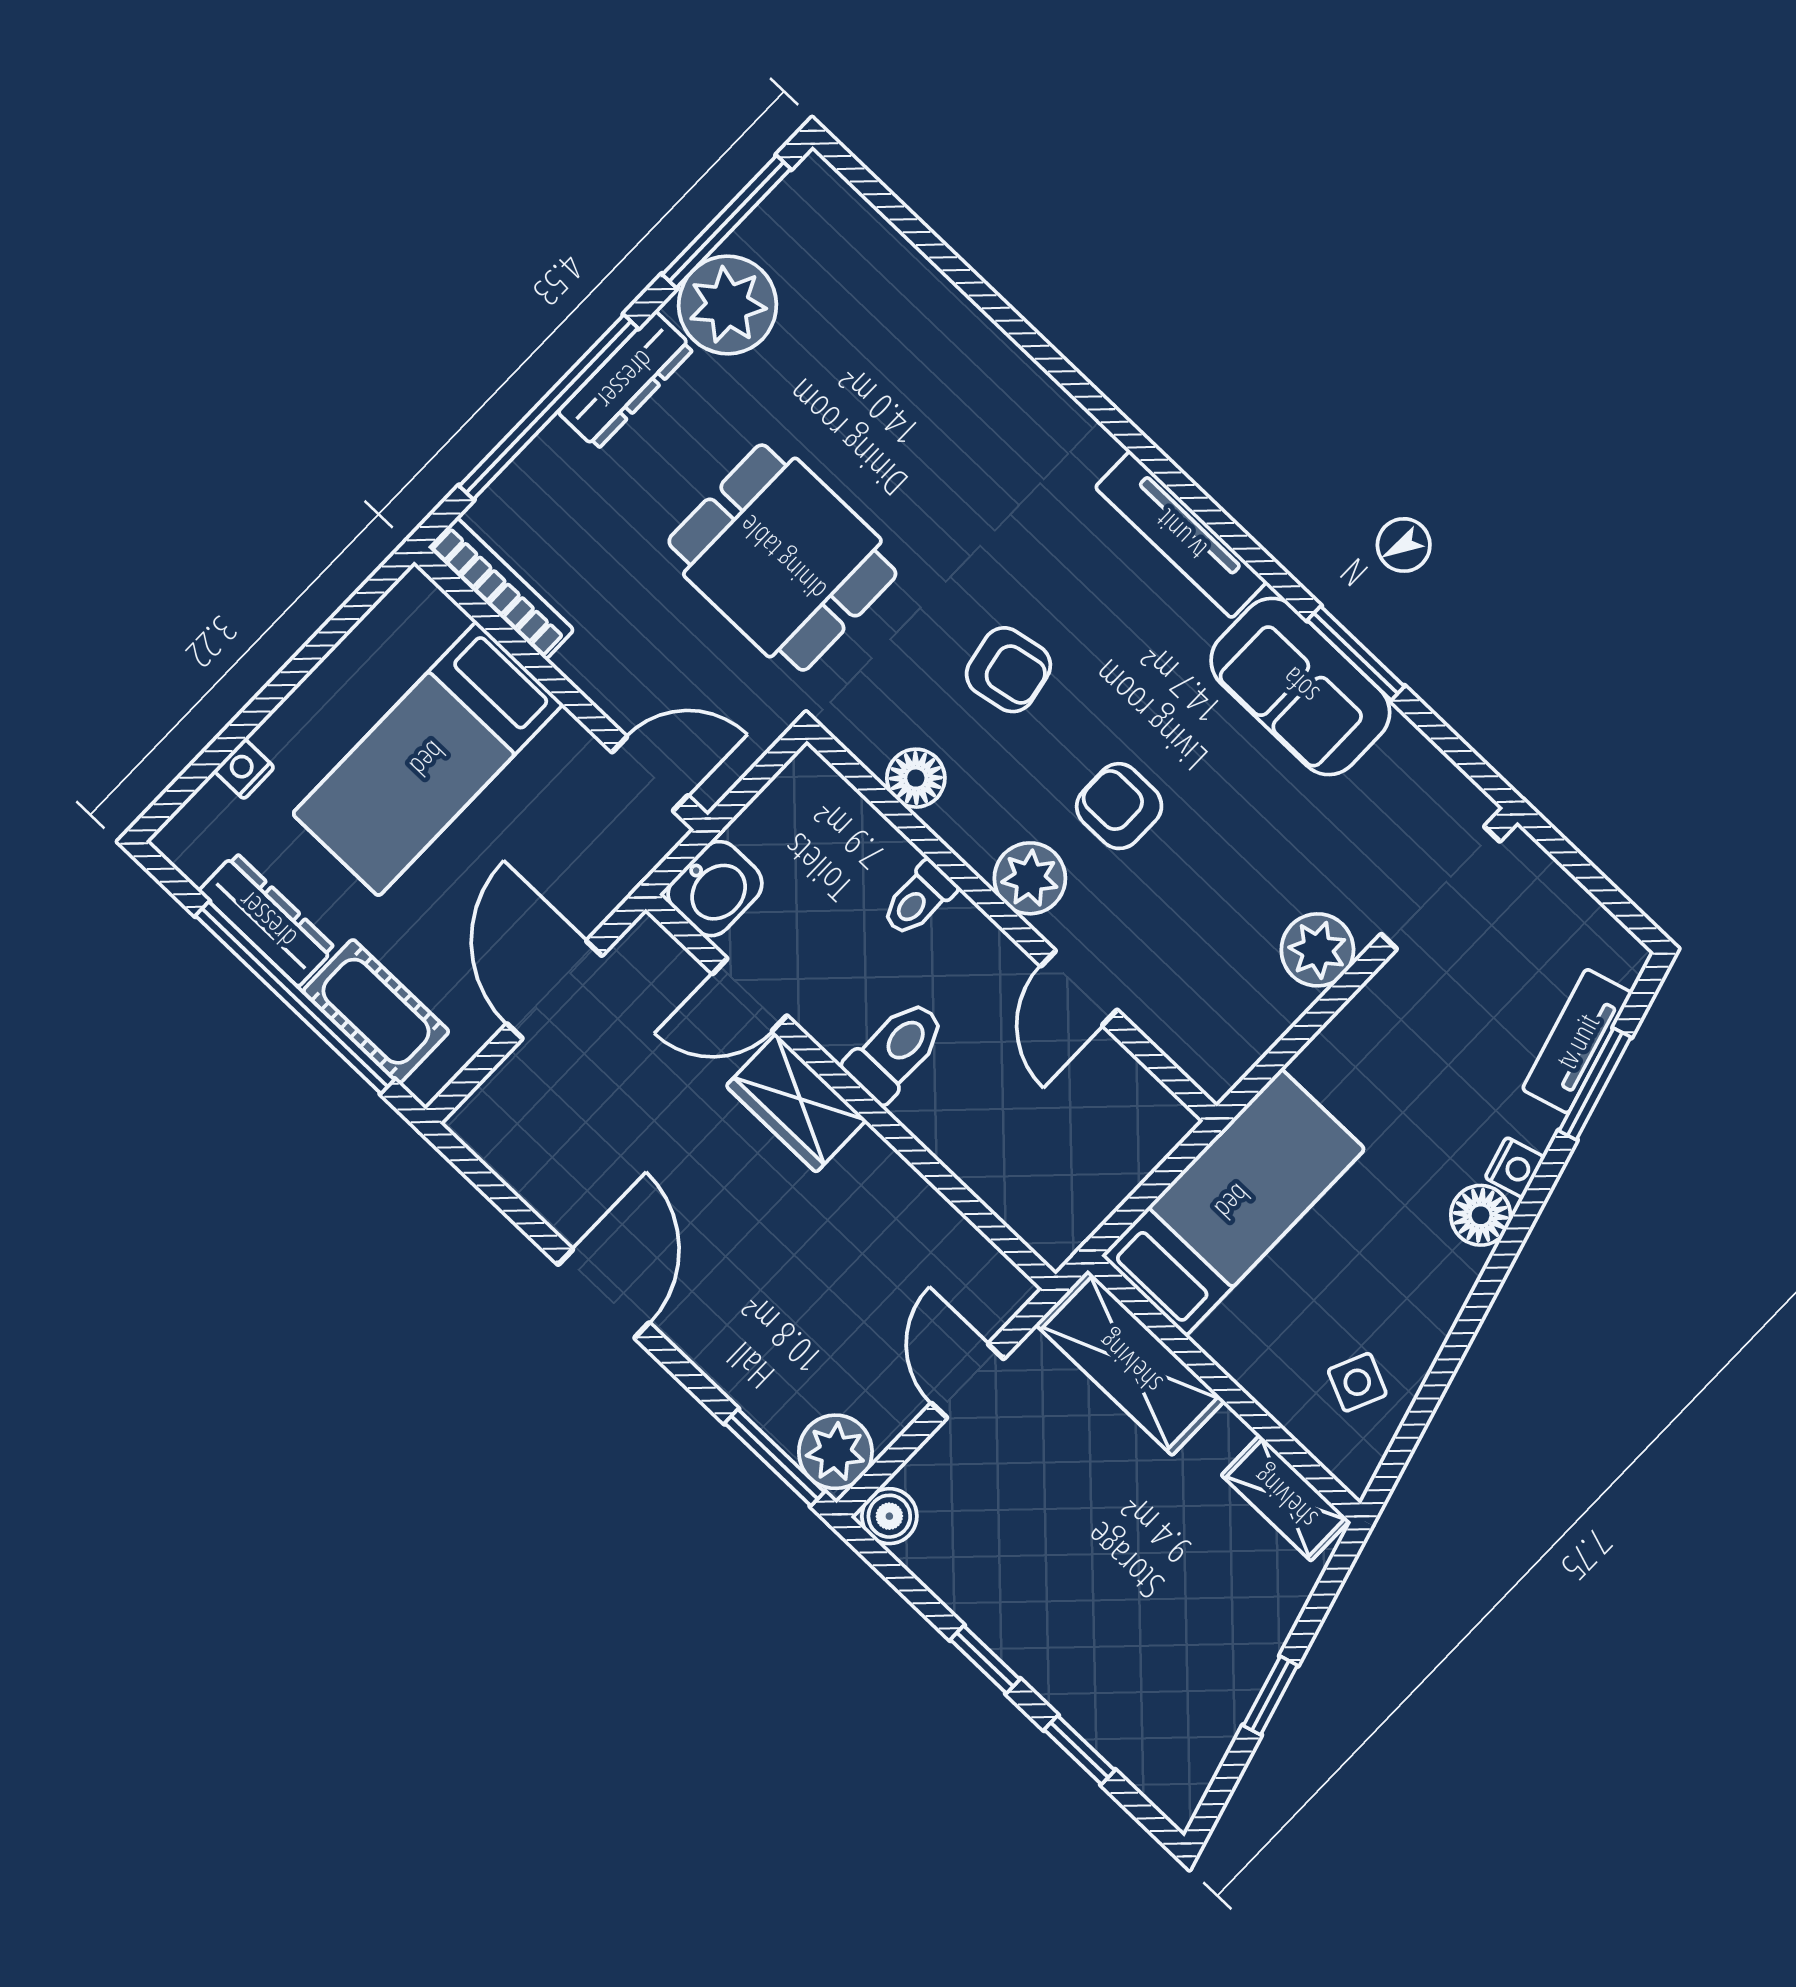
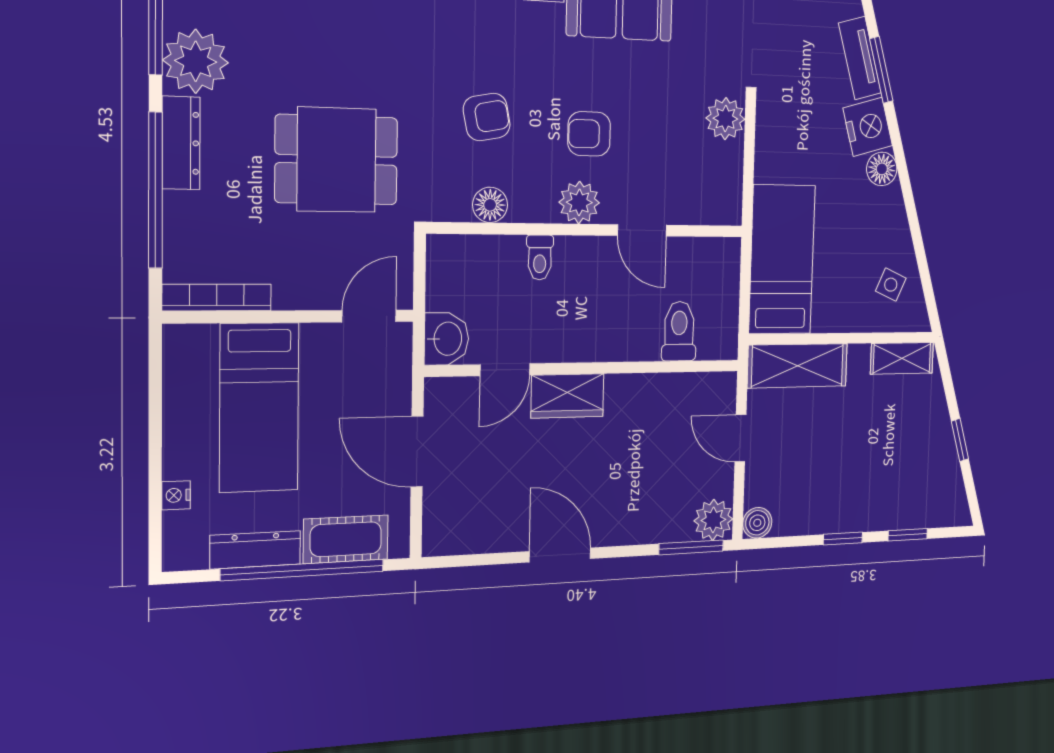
toilet: (896, 1050) -> (679, 331), moved
nightstand: (1515, 1168) -> (868, 127), width x1.89, depth x1.79

